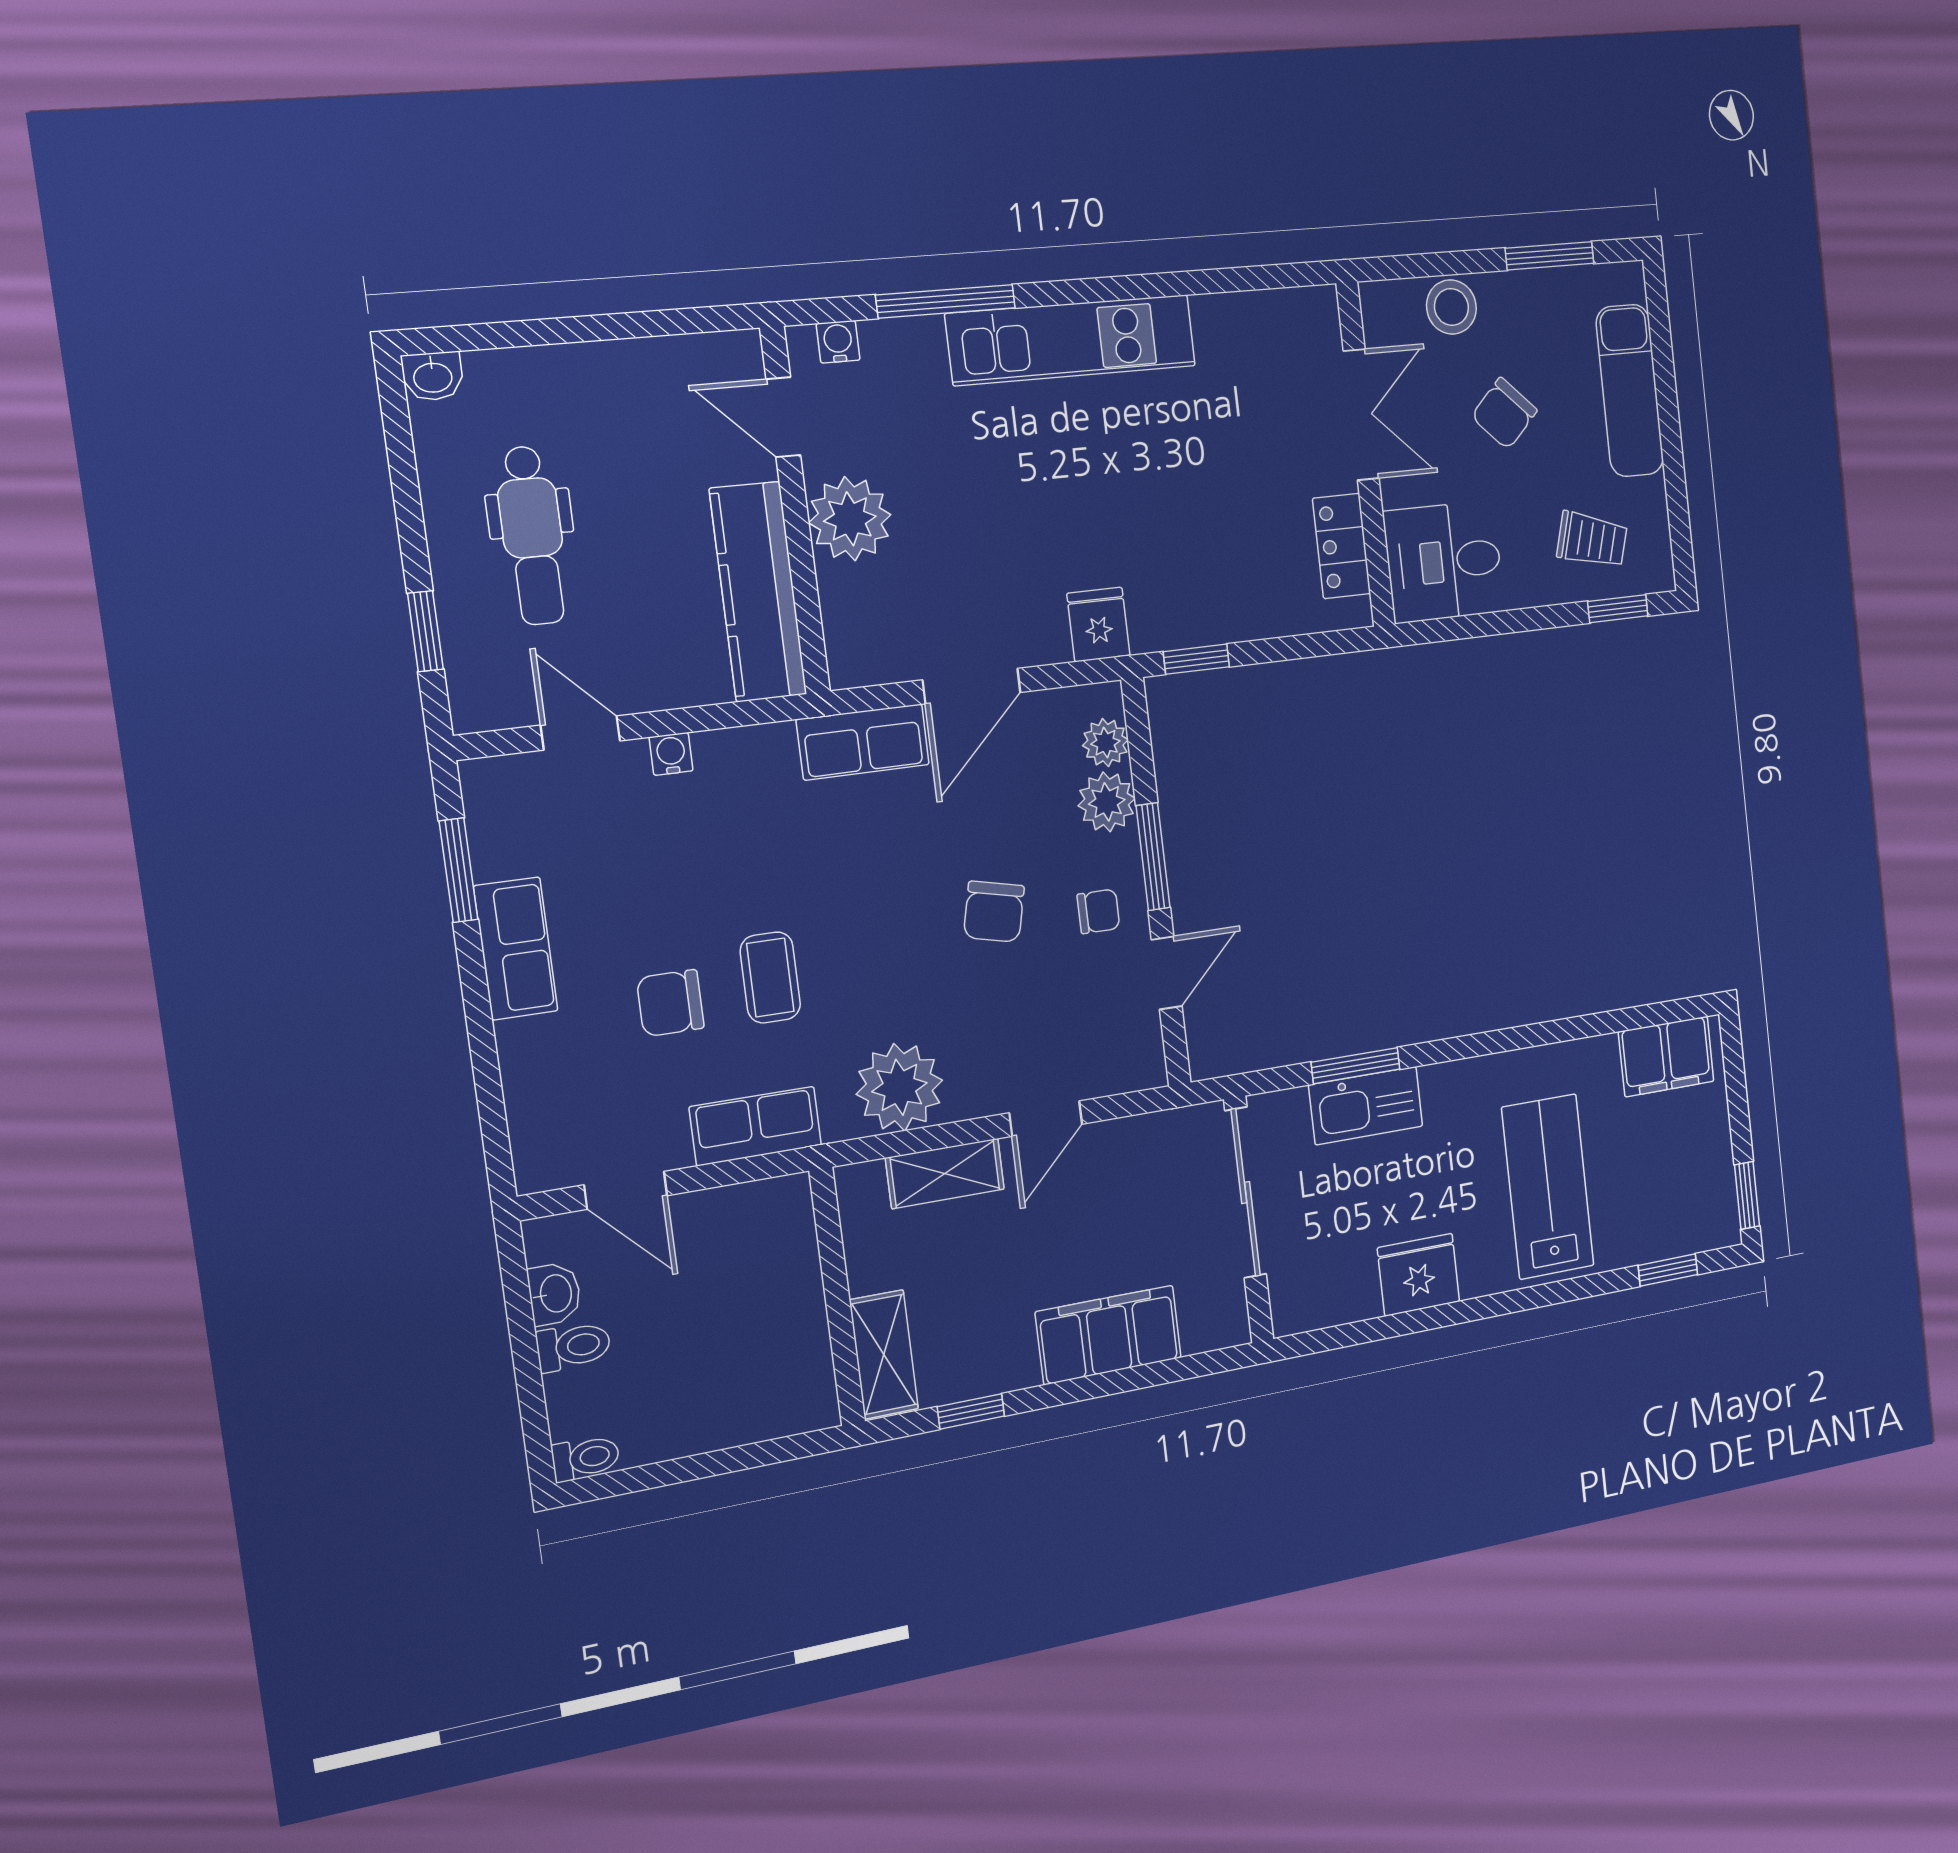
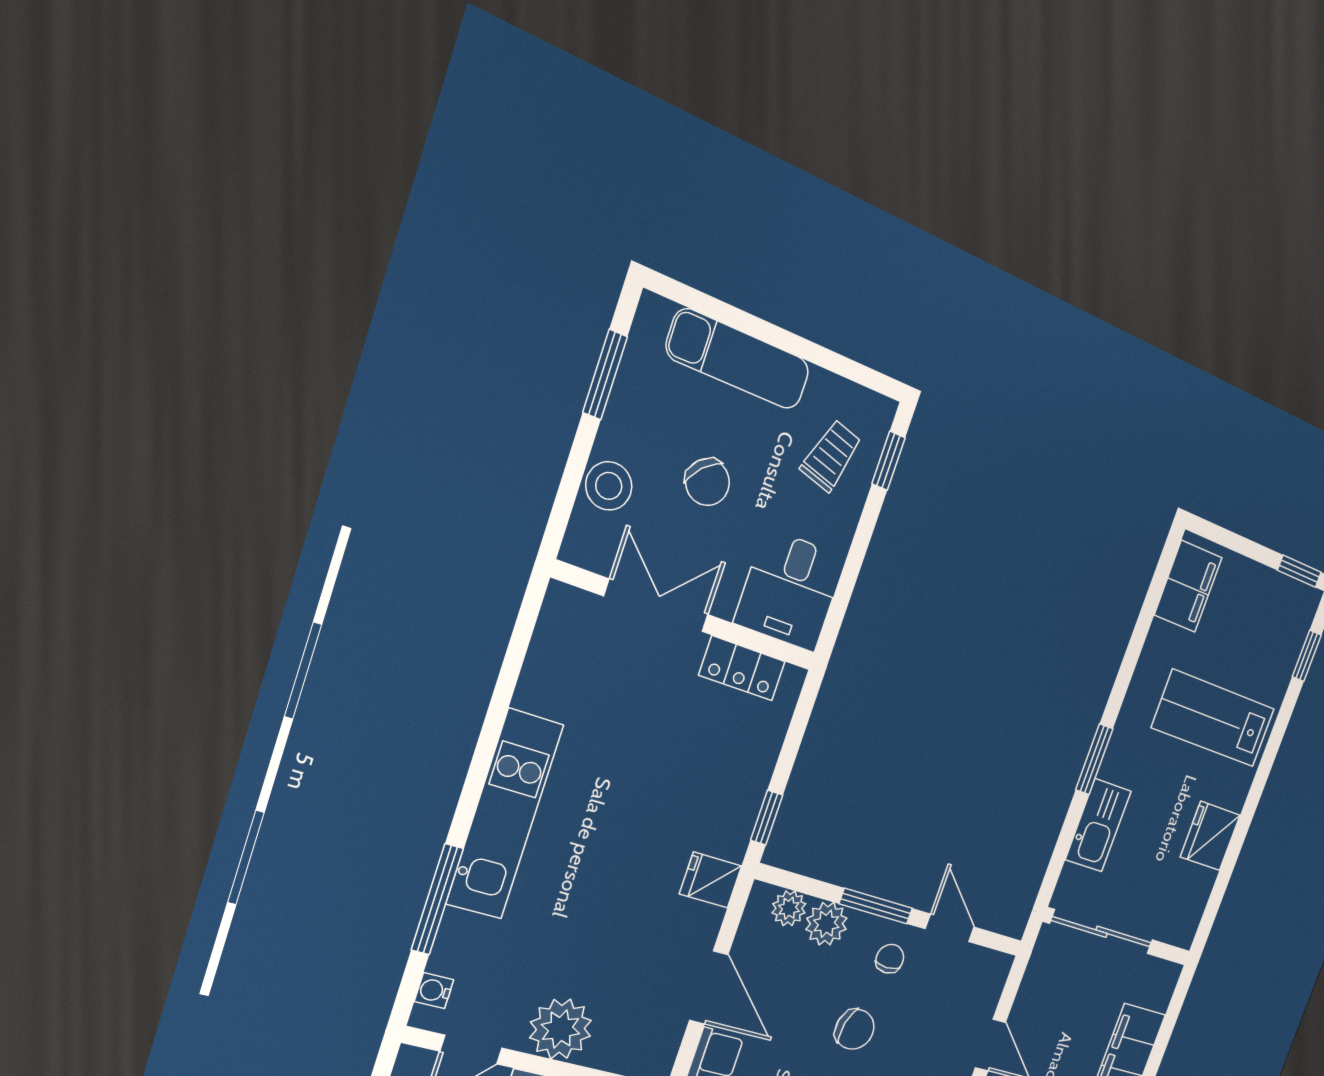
window: (1356, 1066) -> (1094, 759), moved

